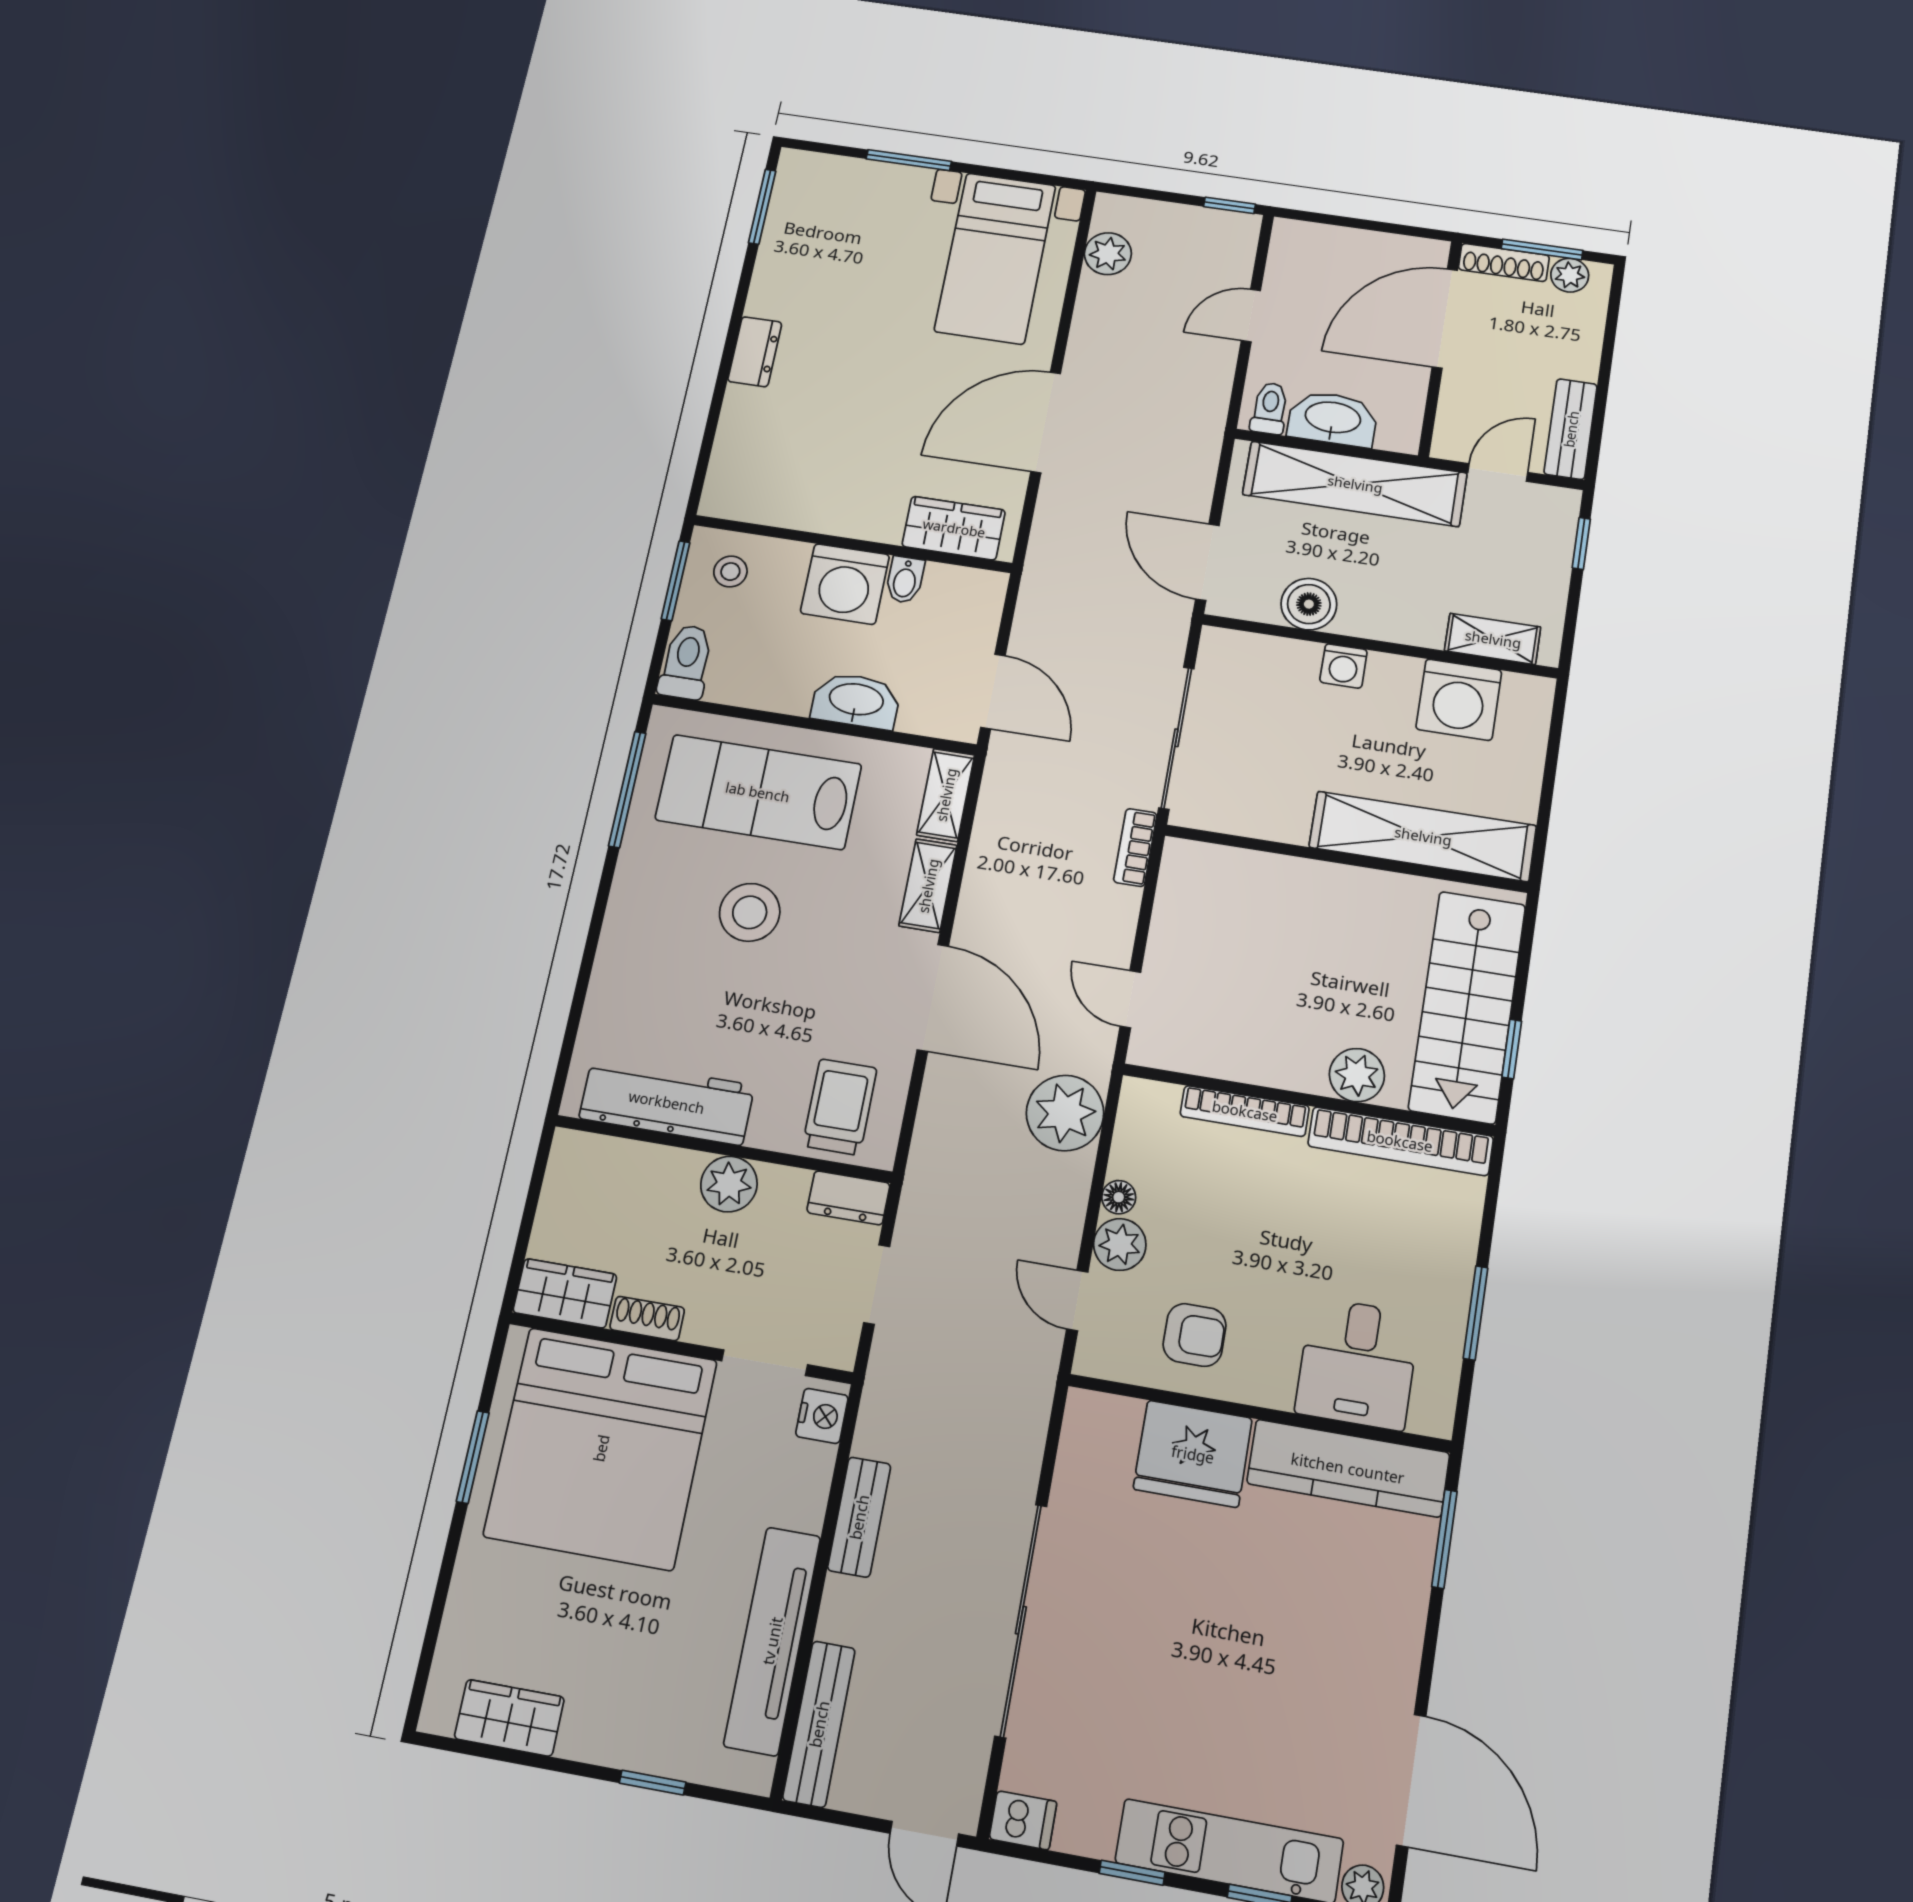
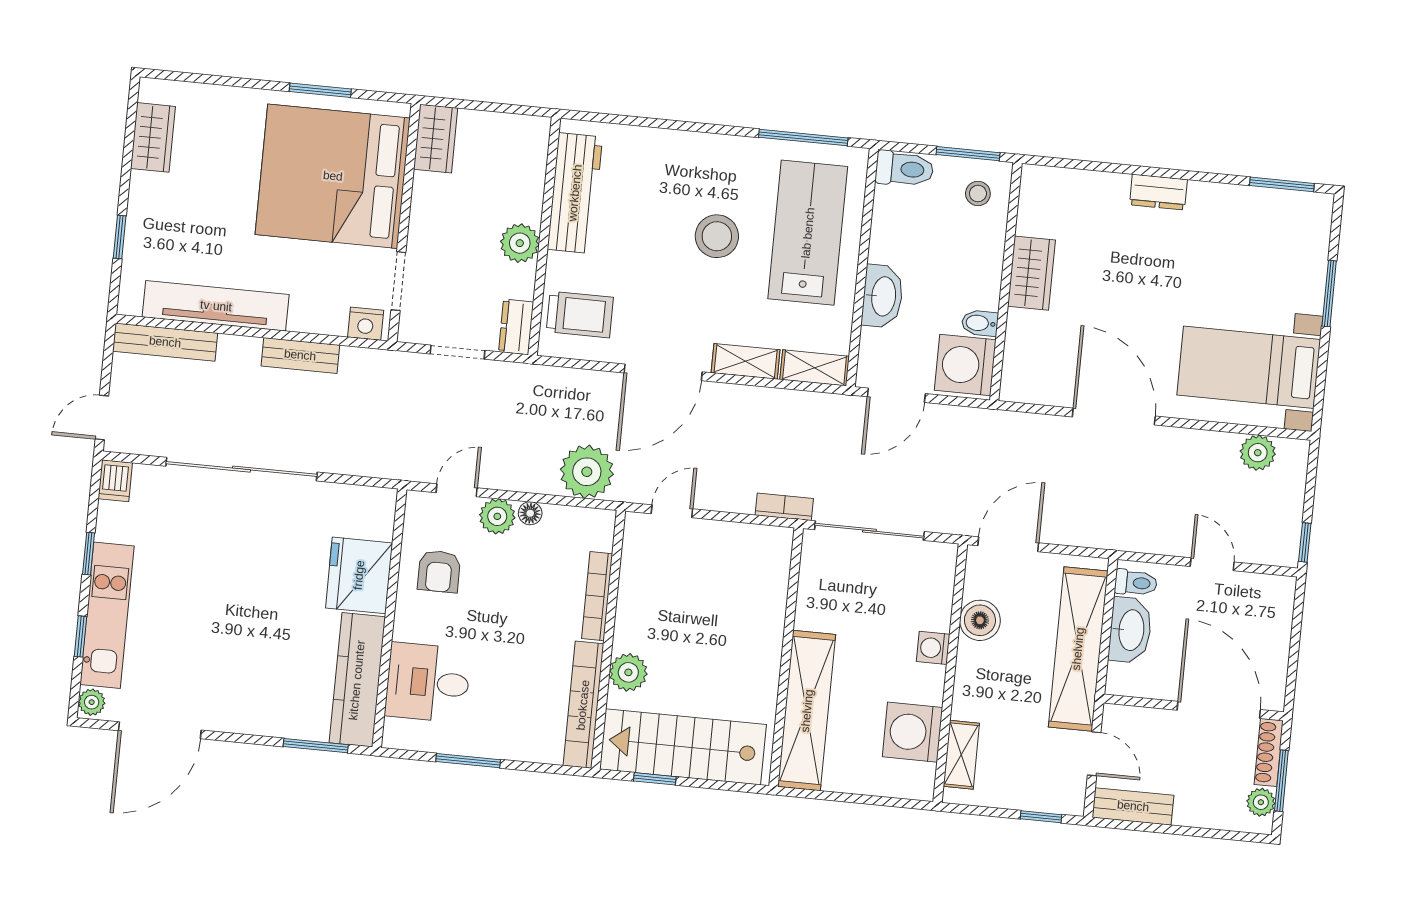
wardrobe: (954, 528) -> (1031, 273), moved
washing machine: (845, 584) -> (965, 365), moved
shoe rack: (647, 1319) -> (422, 197), removed

